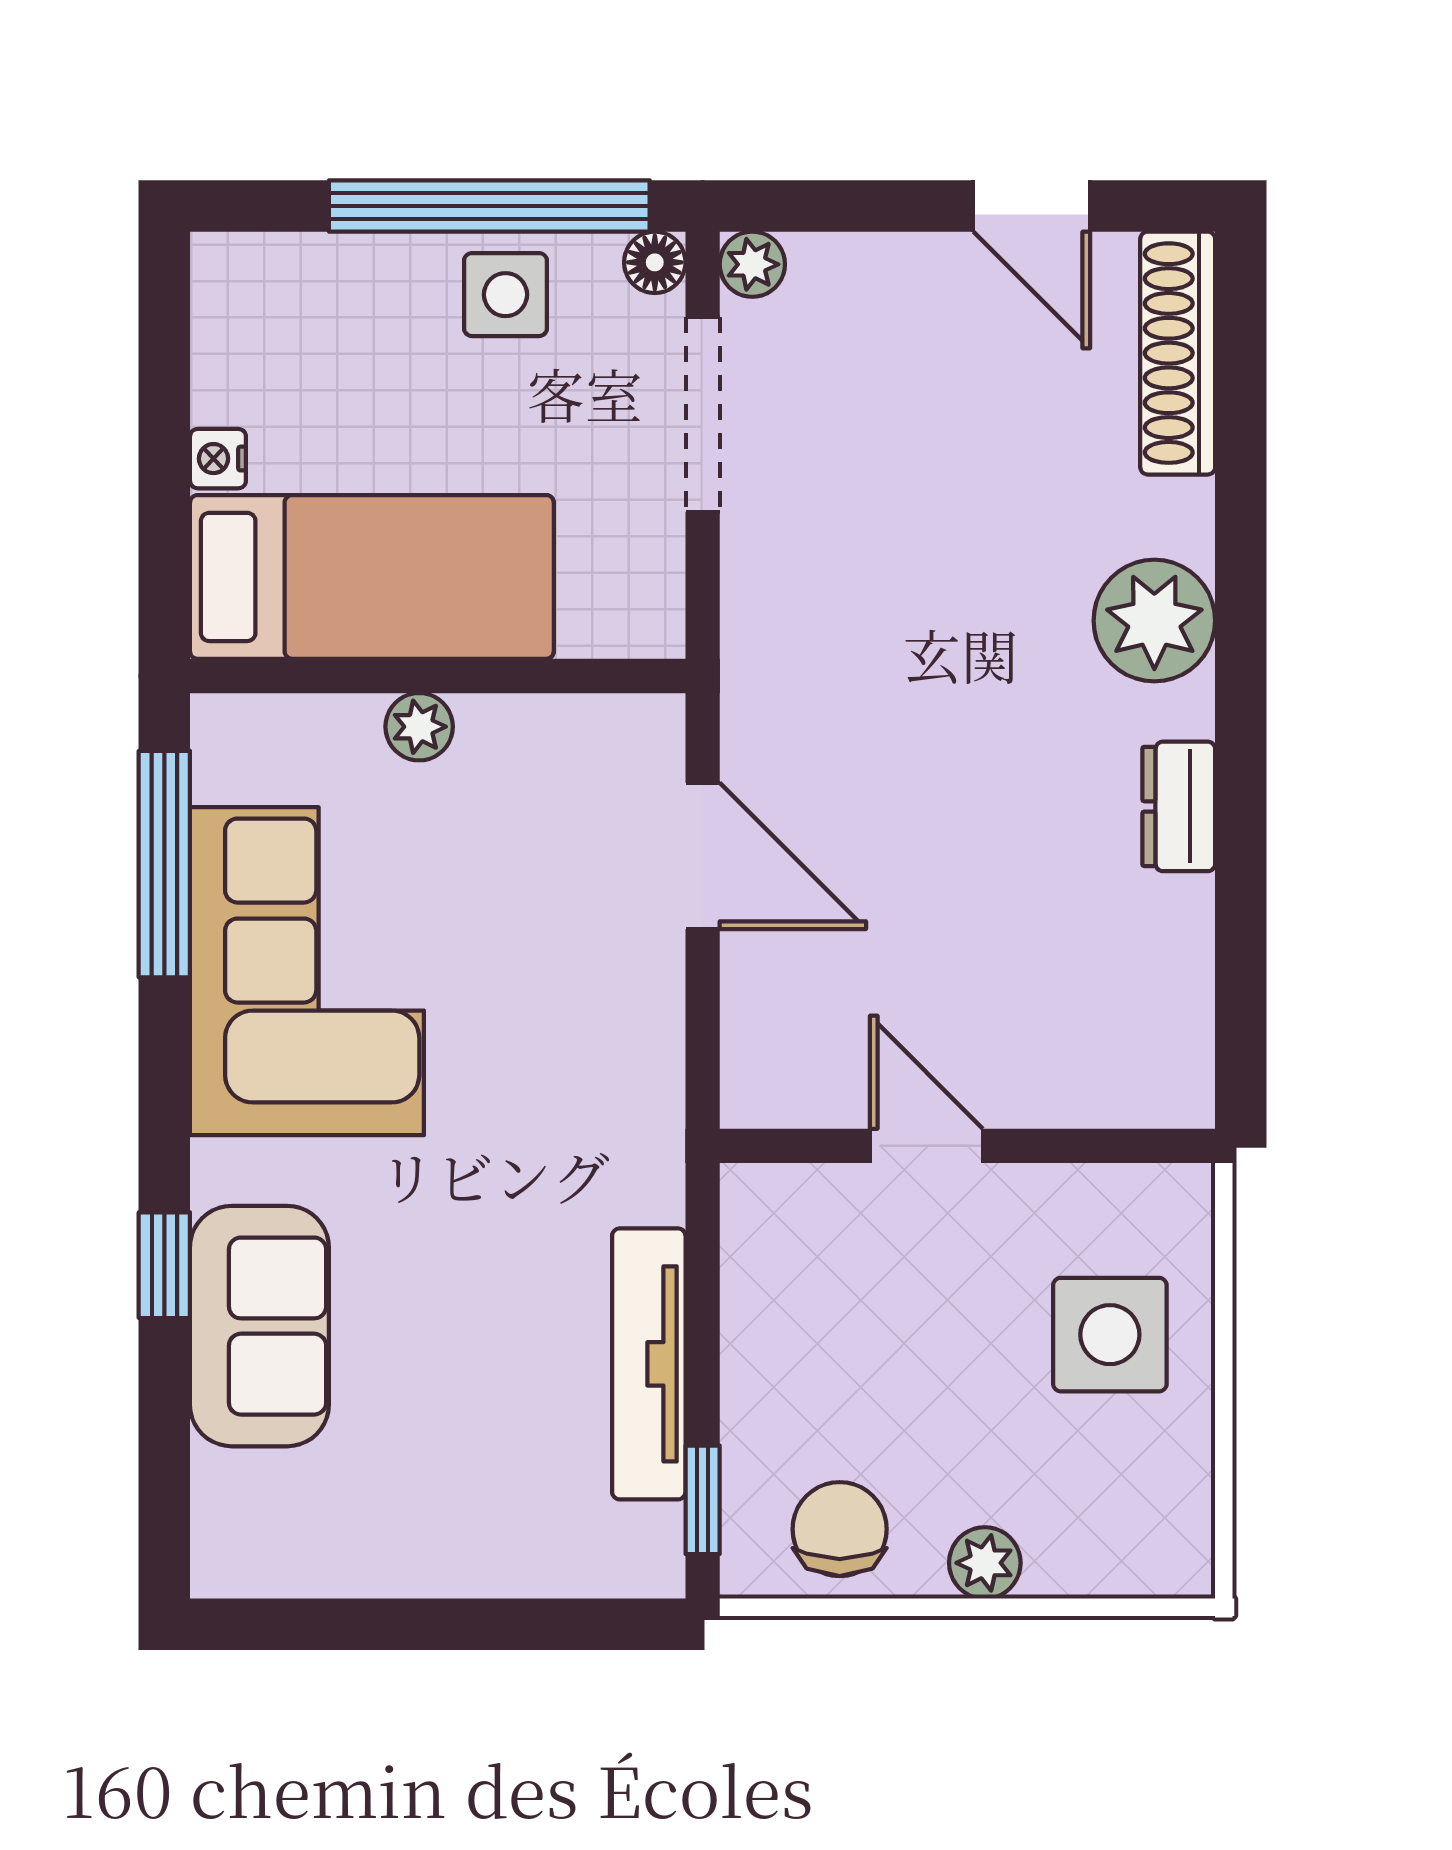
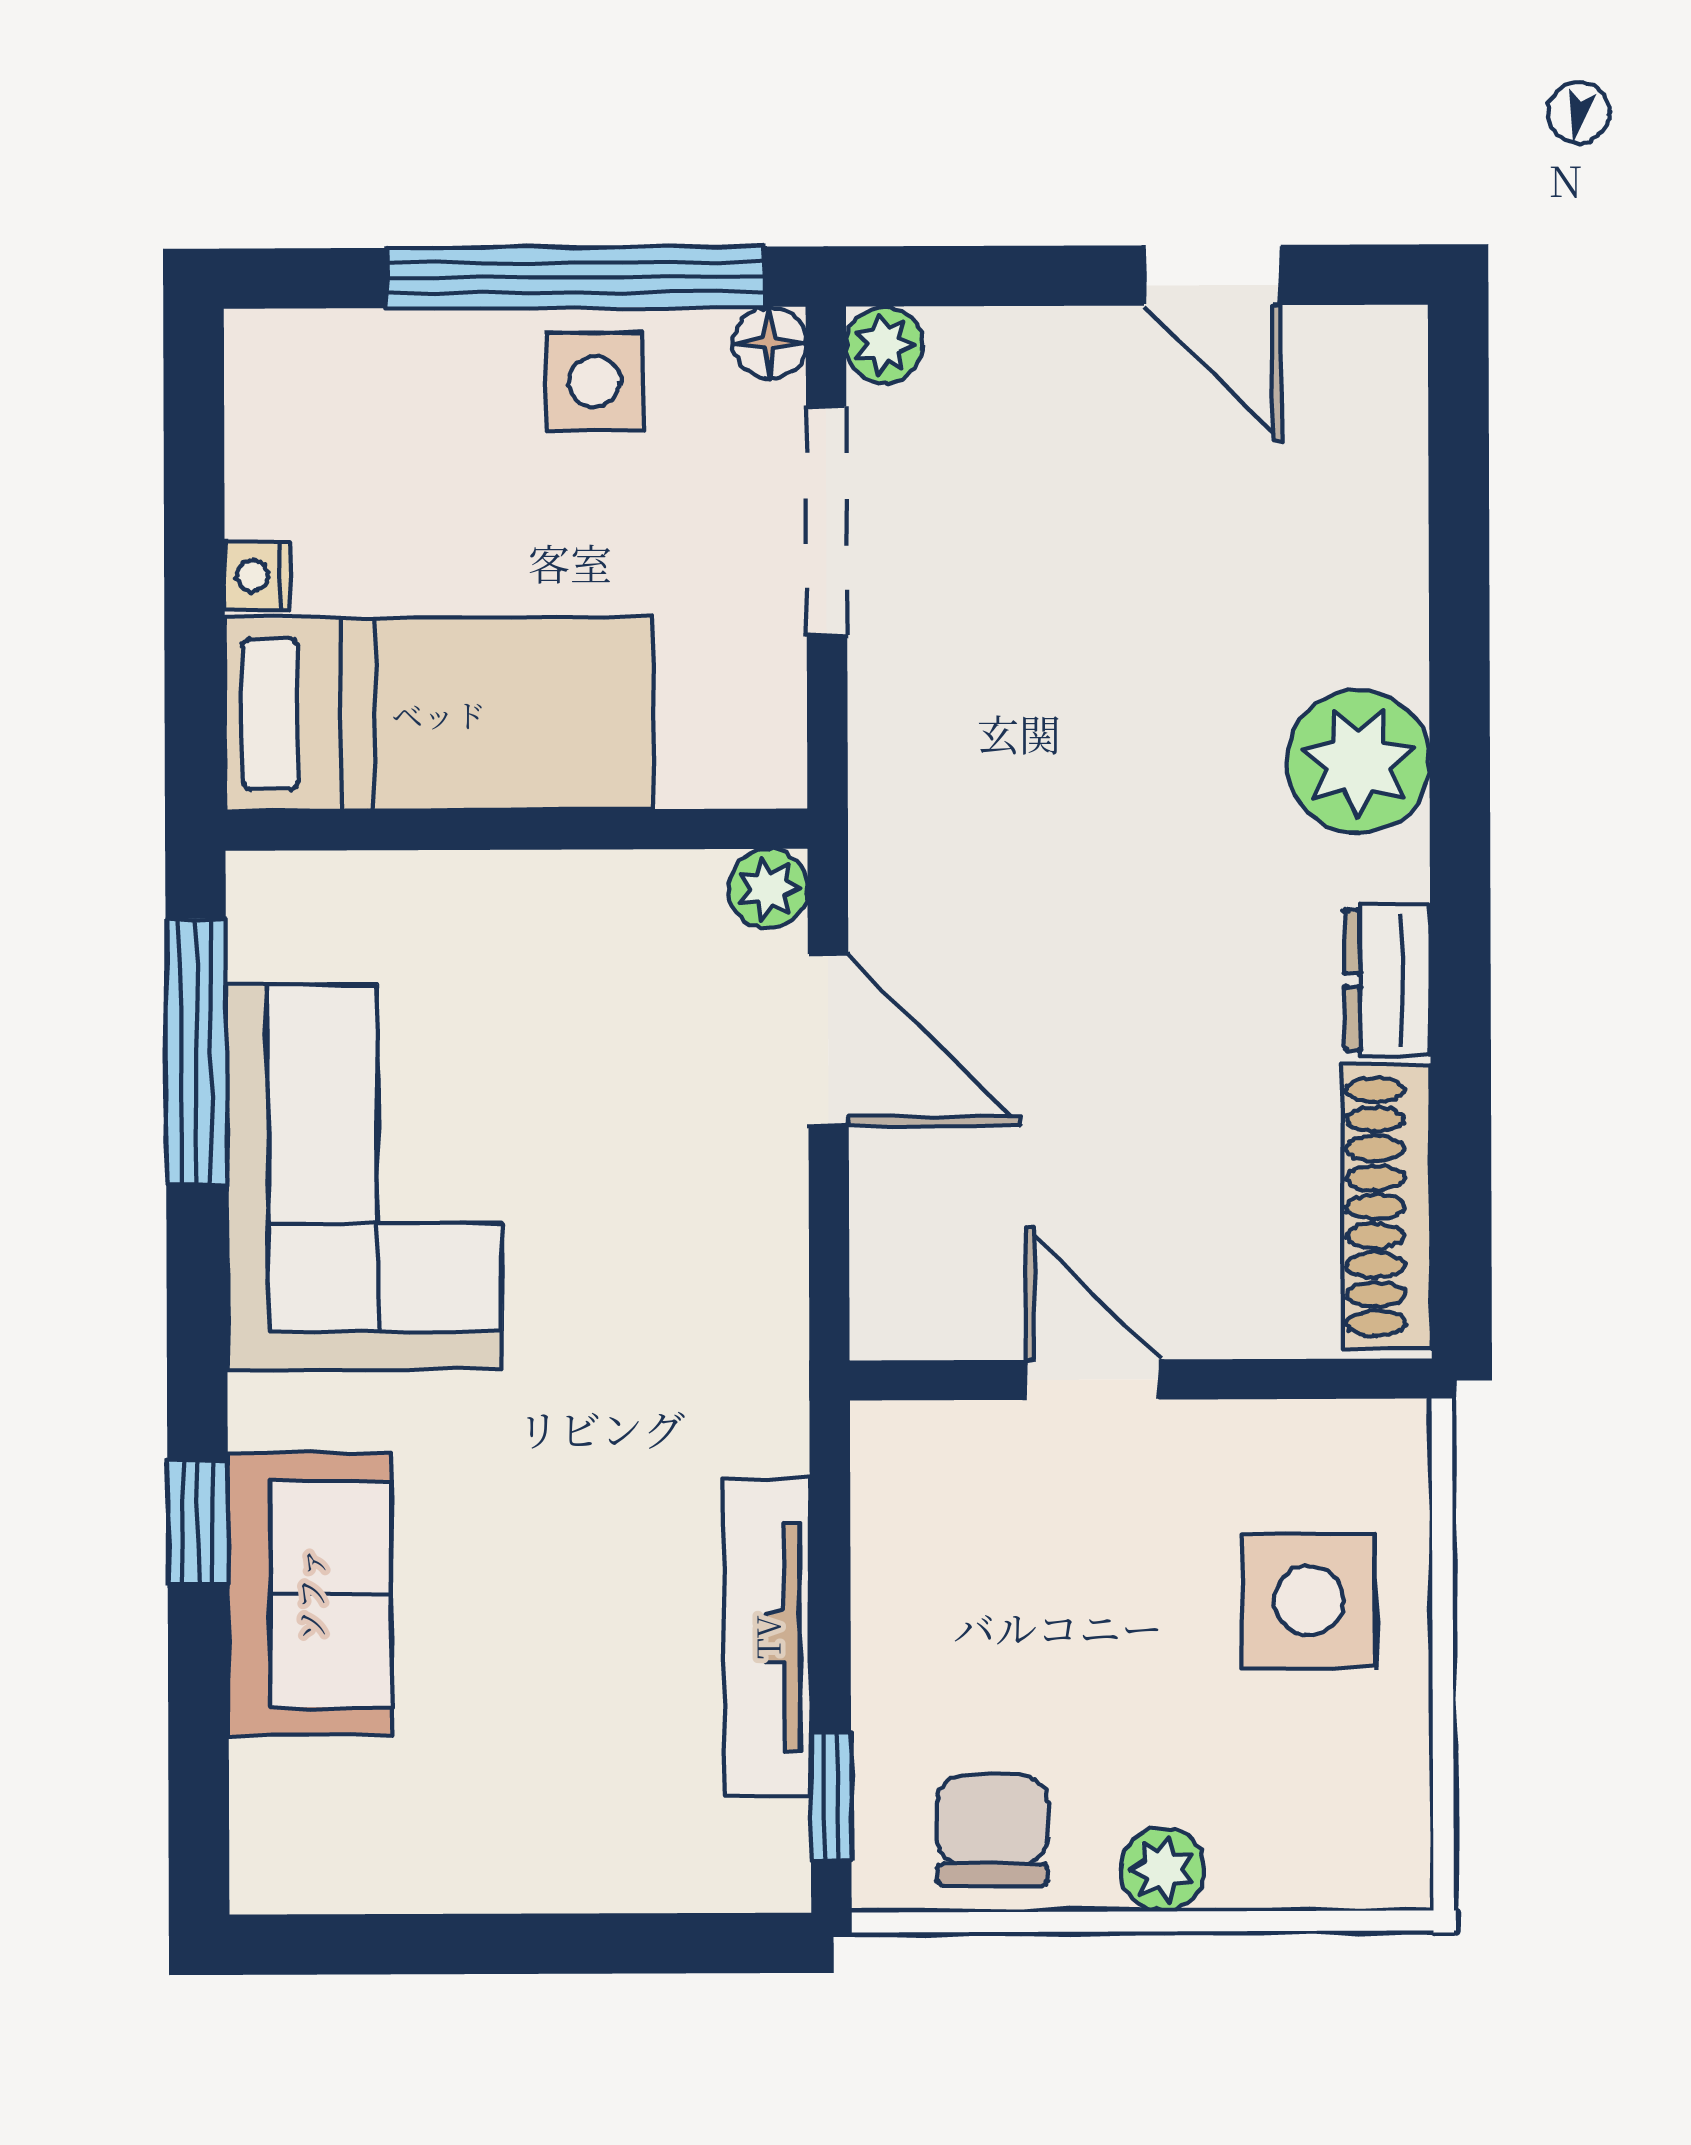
shoe rack: (1178, 353) -> (1387, 1207), moved
plant: (419, 727) -> (768, 888), moved

